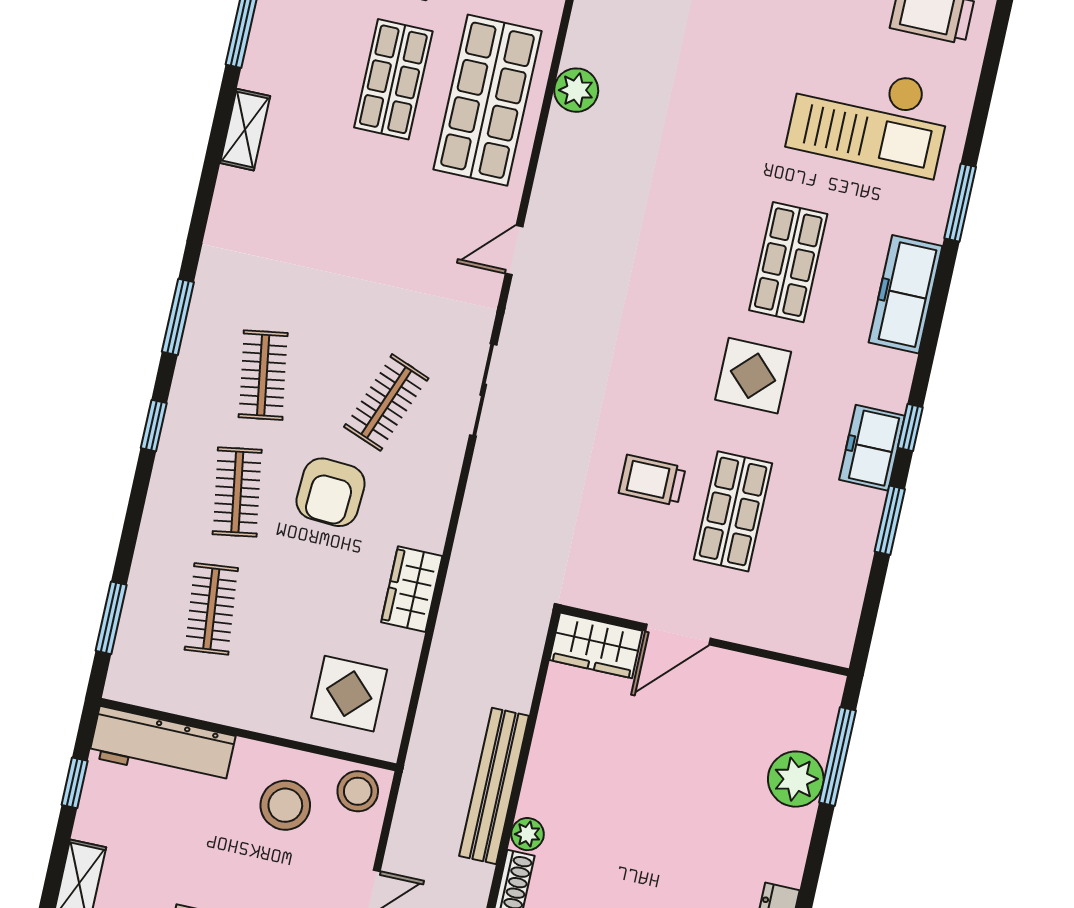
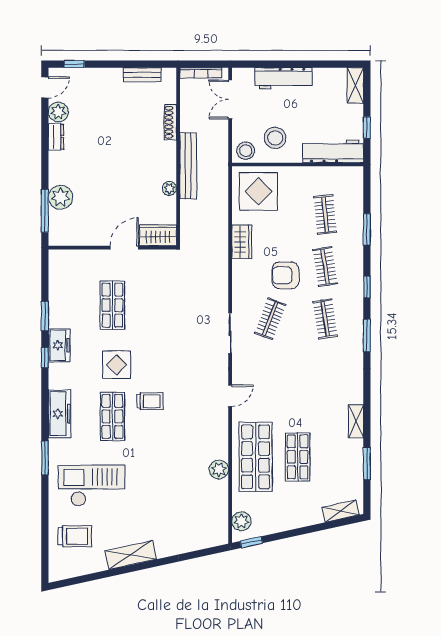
trolley: (652, 480) -> (150, 401), moved
armchair: (331, 492) -> (285, 275), turned -93
window: (111, 618) -> (367, 229), moved
display table: (349, 694) -> (258, 191), width x1.36, depth x1.36
plant: (527, 834) -> (169, 188), moved

